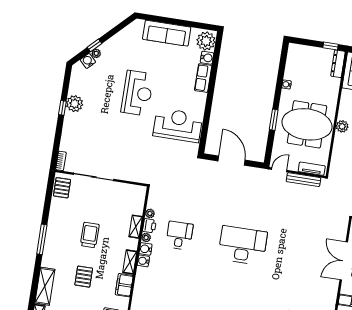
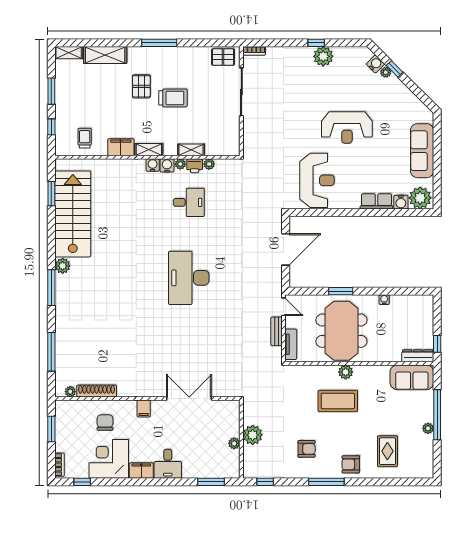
bench: (303, 180) -> (276, 331), width x0.73
desk: (243, 245) -> (189, 278), turned 180
pallet: (84, 277) -> (141, 86), moved, turned 90

